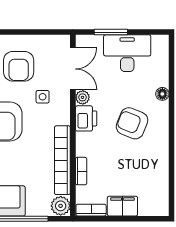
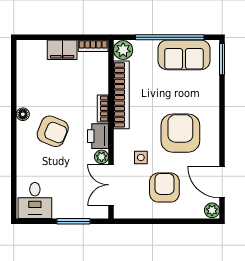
desk: (127, 53) -> (35, 200), moved, width x0.73
floor lamp: (162, 94) -> (23, 114), moved
bookcase: (81, 171) -> (103, 108), moved

